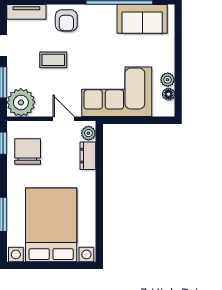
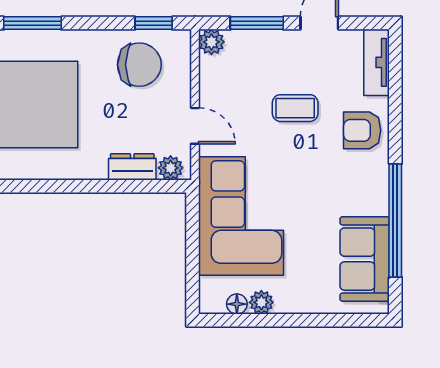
coffee table: (53, 60) -> (295, 108), turned 90
plant: (21, 102) -> (211, 42), width x0.53, depth x0.53
door: (64, 119) -> (195, 126), hinge flipped

